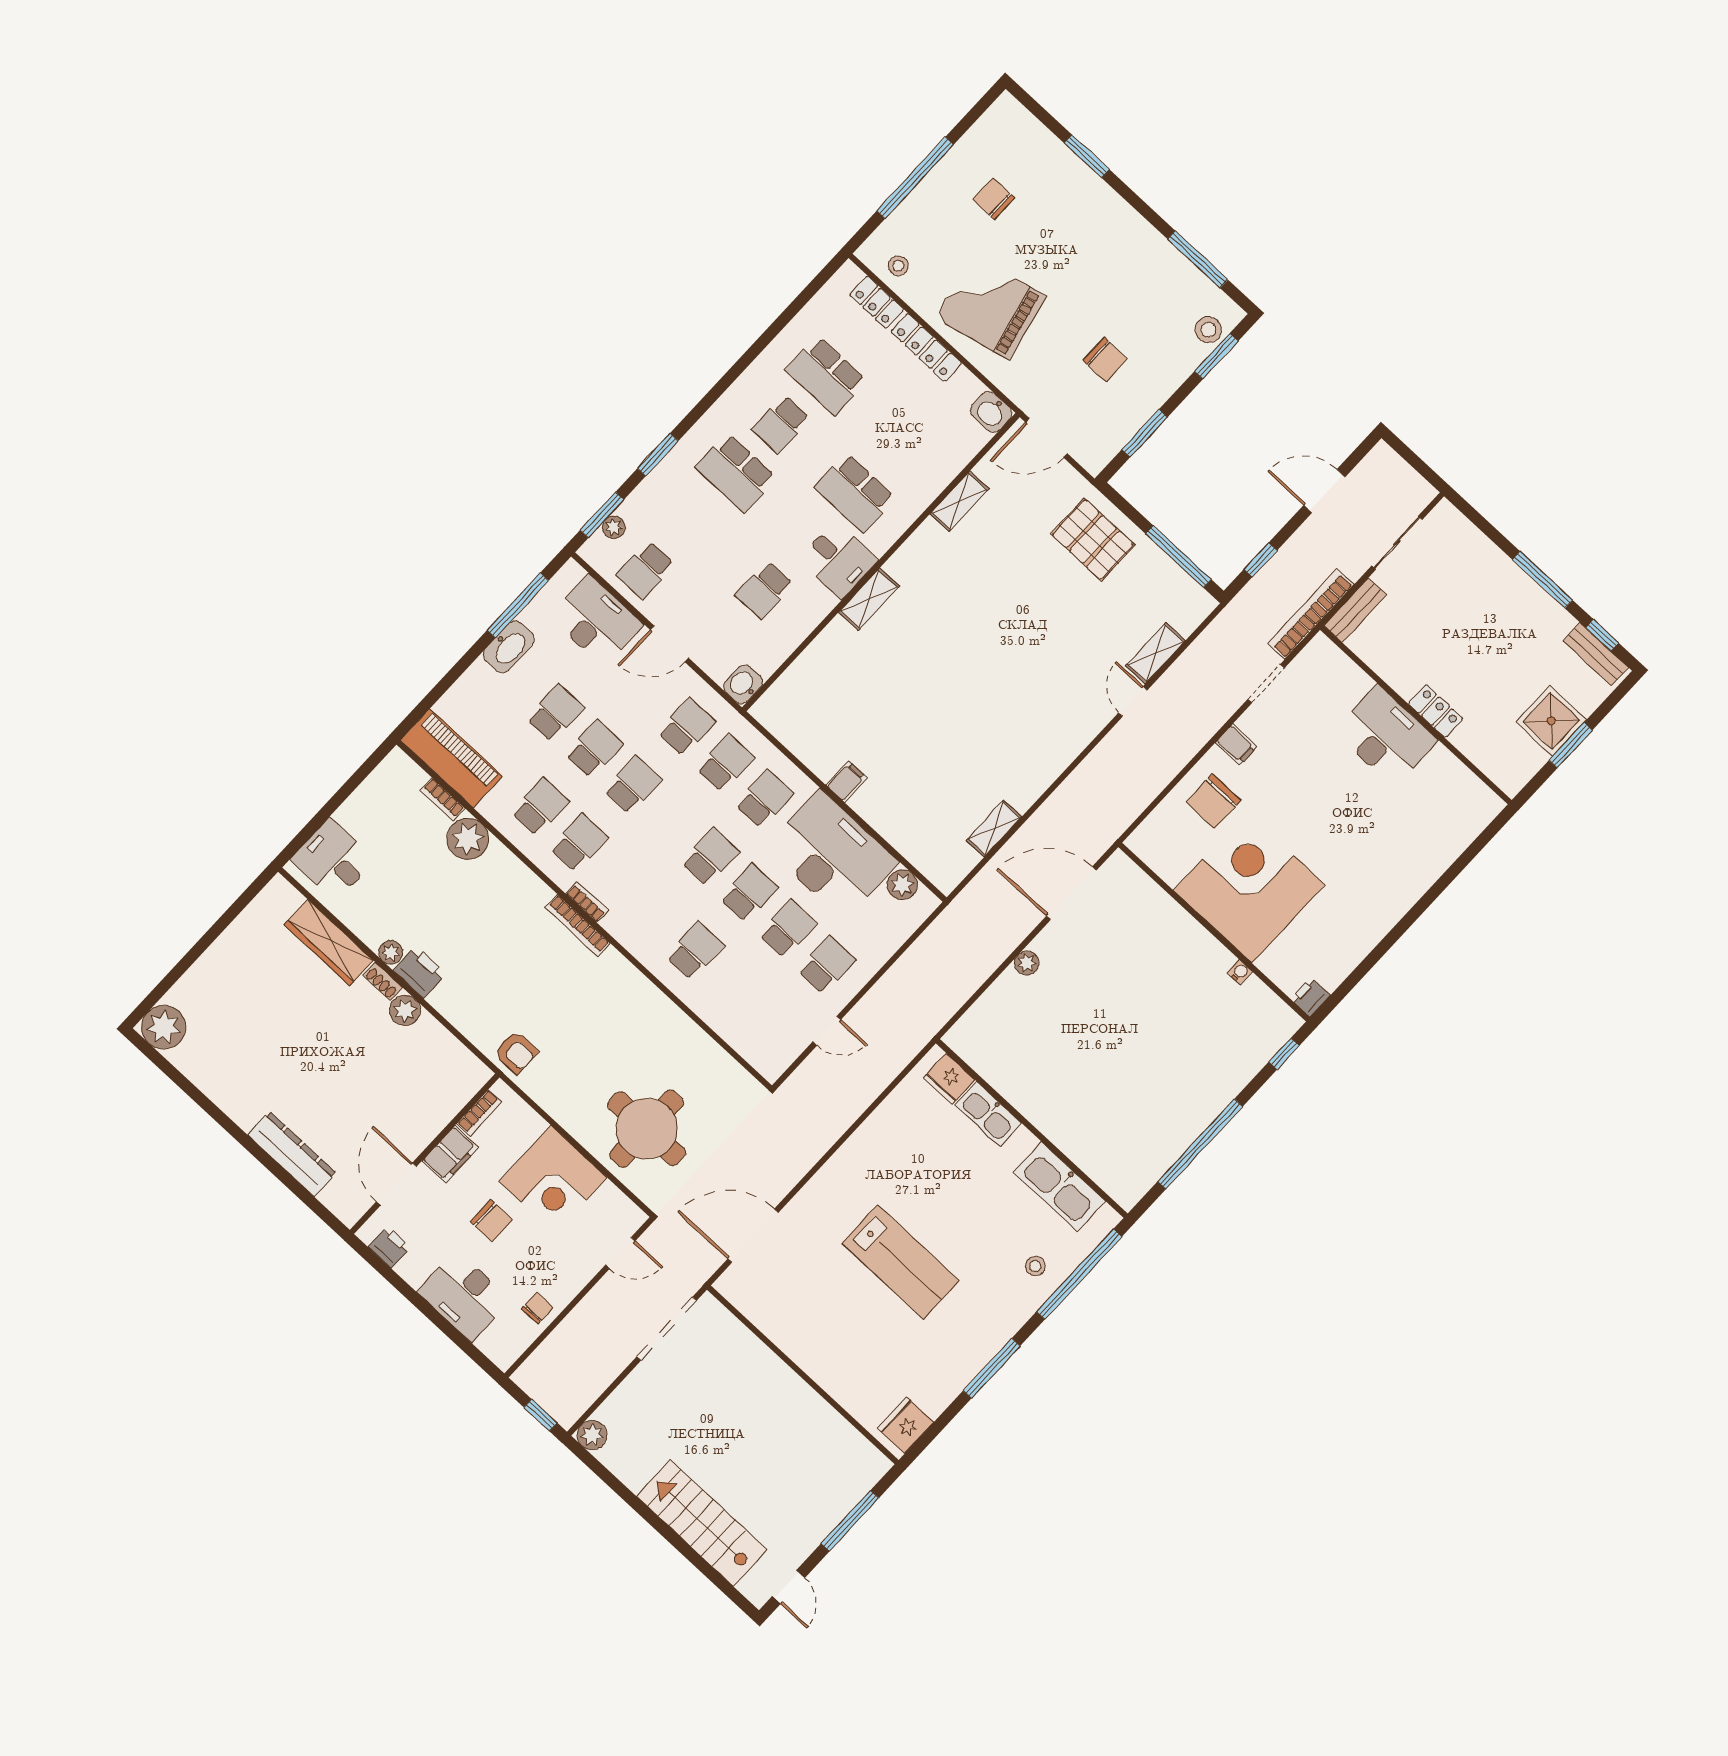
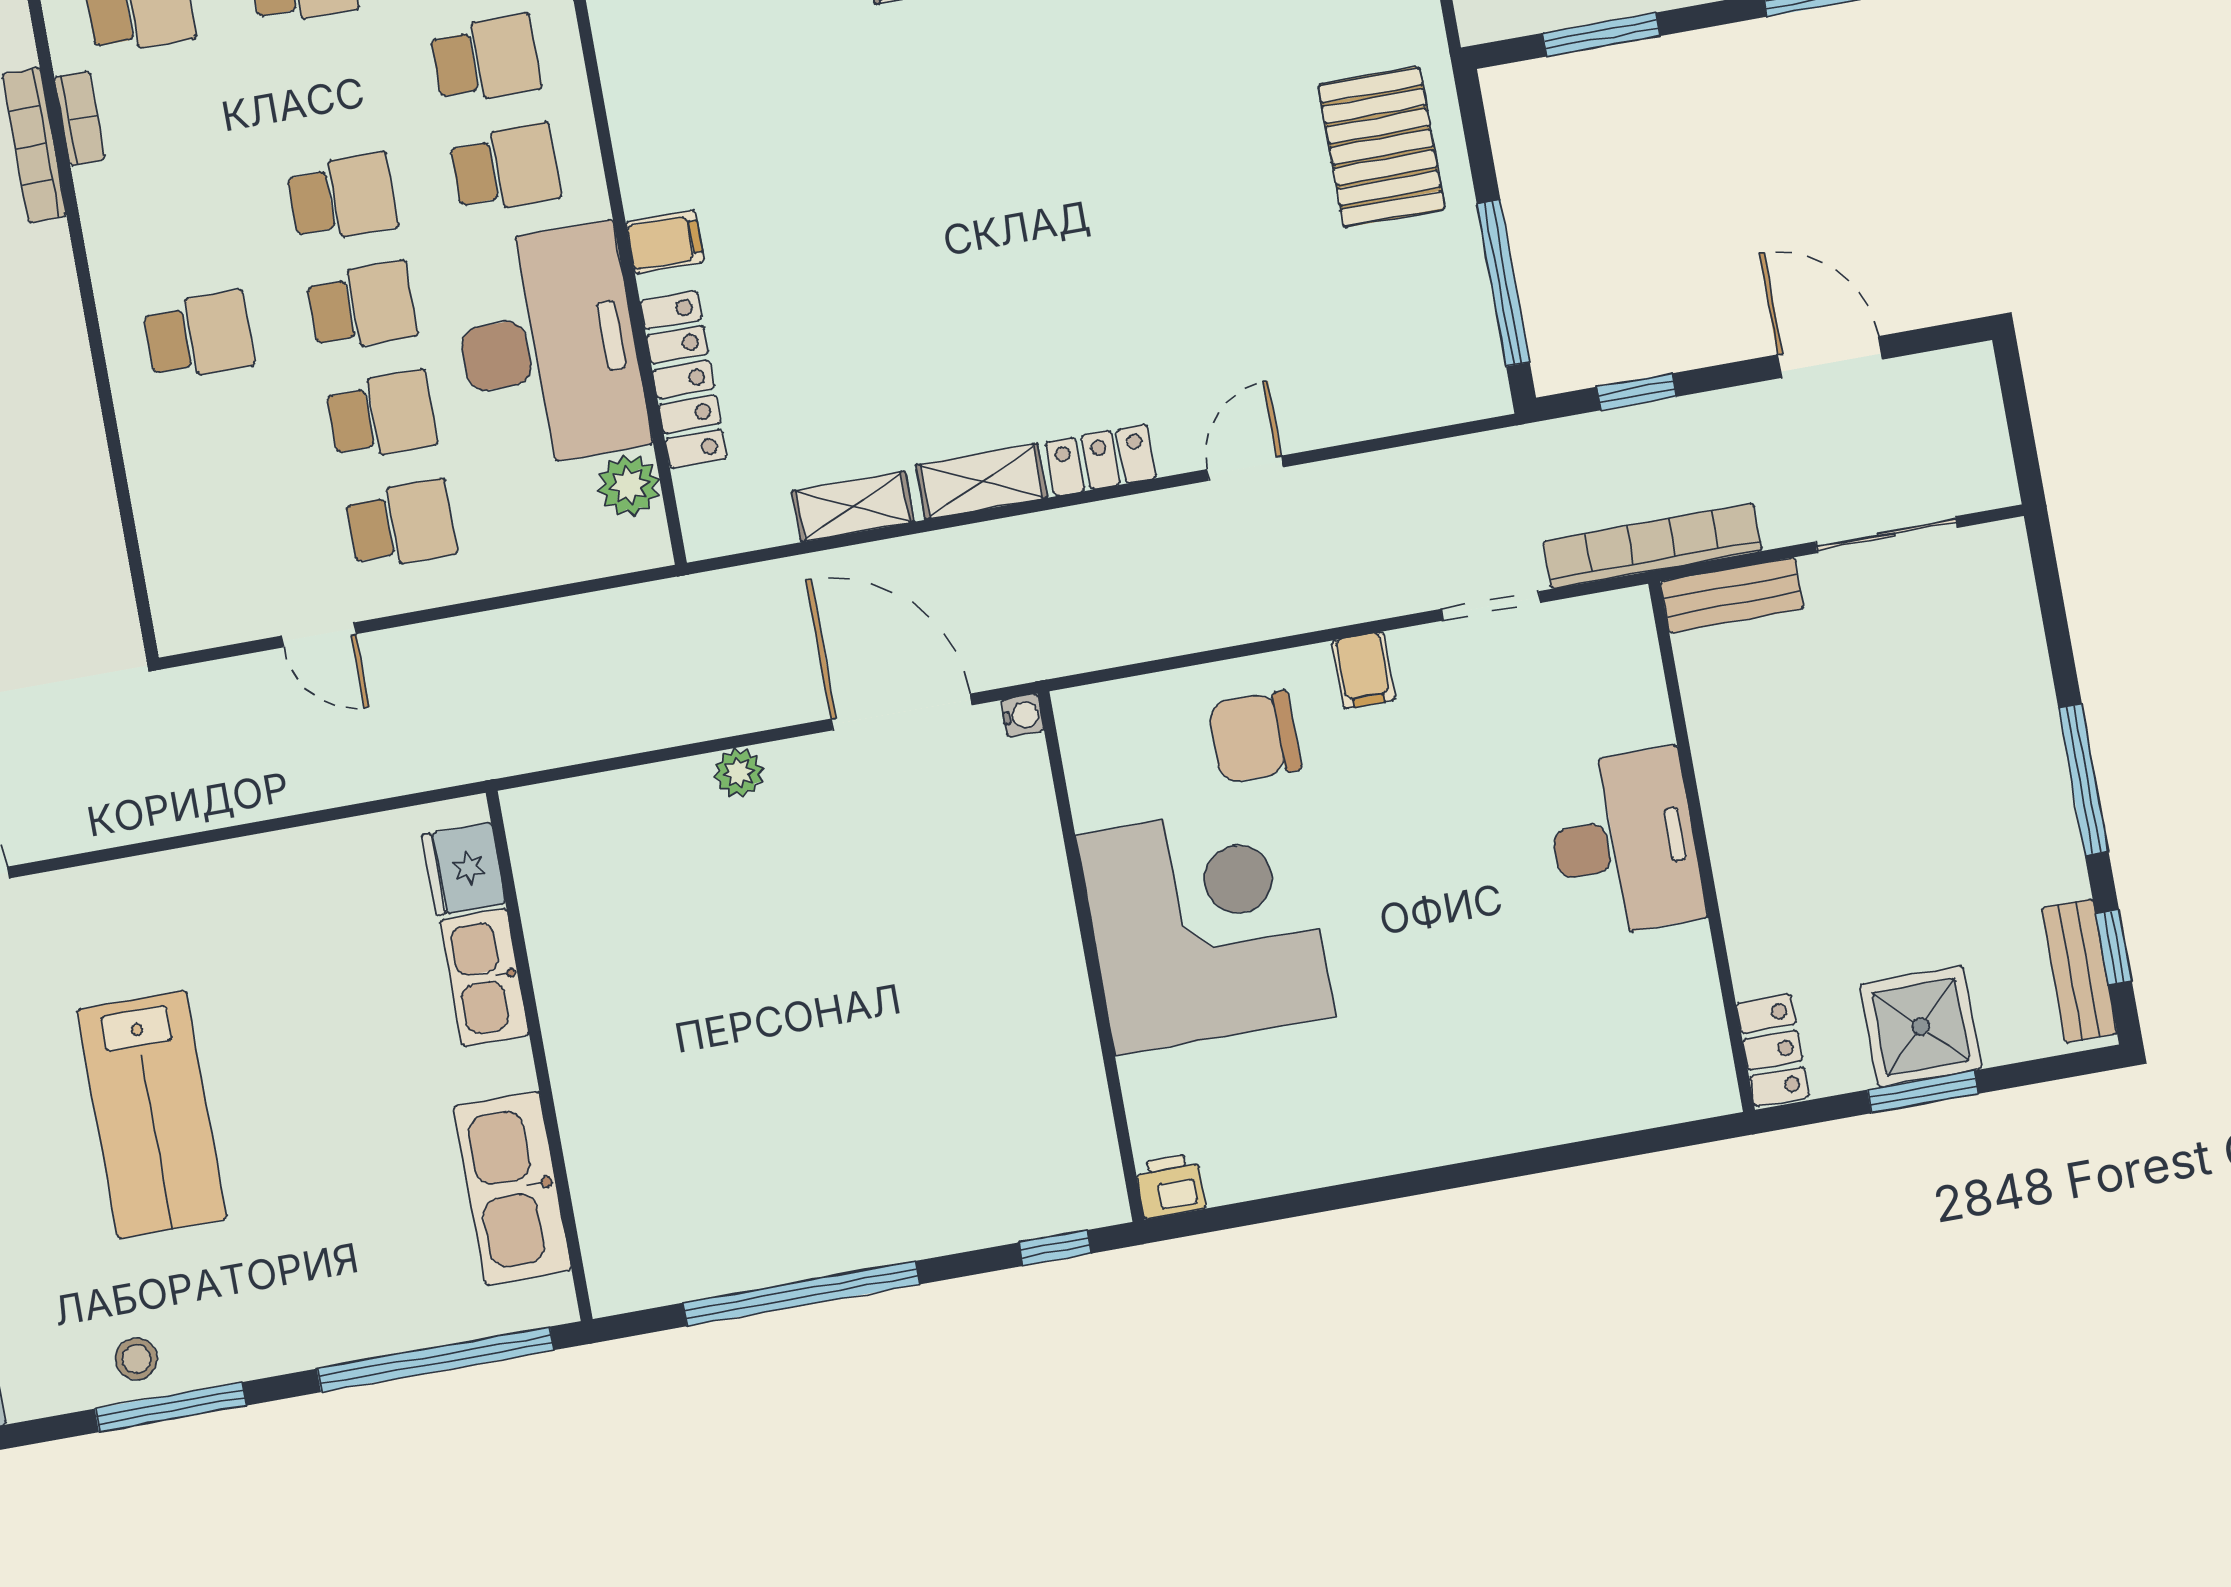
shelving: (1156, 653) -> (982, 481), moved
locker: (1435, 711) -> (1773, 1050), moved
locker: (1075, 740) -> (1101, 460), added
locker: (893, 829) -> (683, 379), added
water cooler: (1240, 972) -> (1022, 715), moved
stool: (1035, 1266) -> (136, 1359), moved

